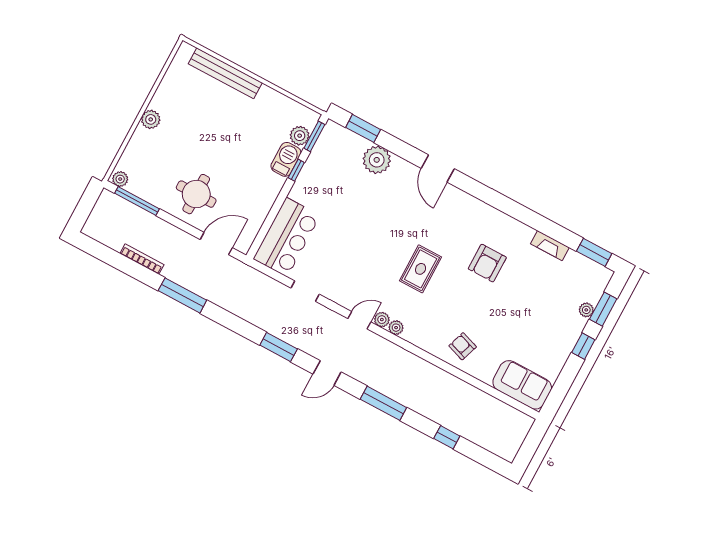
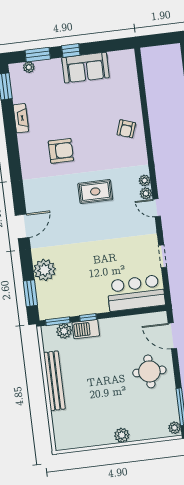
bench: (225, 73) -> (54, 381), moved
plant: (586, 310) -> (29, 67), moved
sofa: (522, 385) -> (85, 68), moved, turned -90

